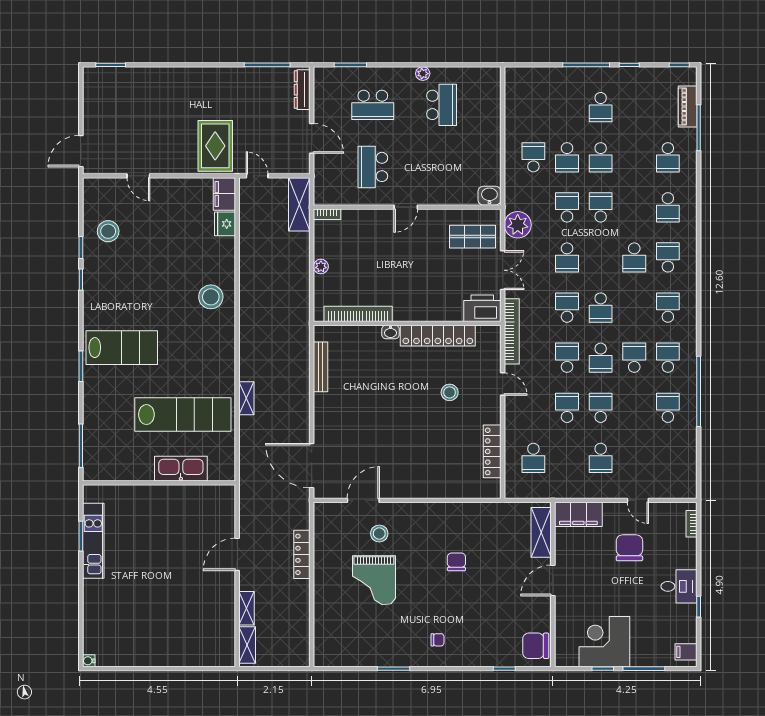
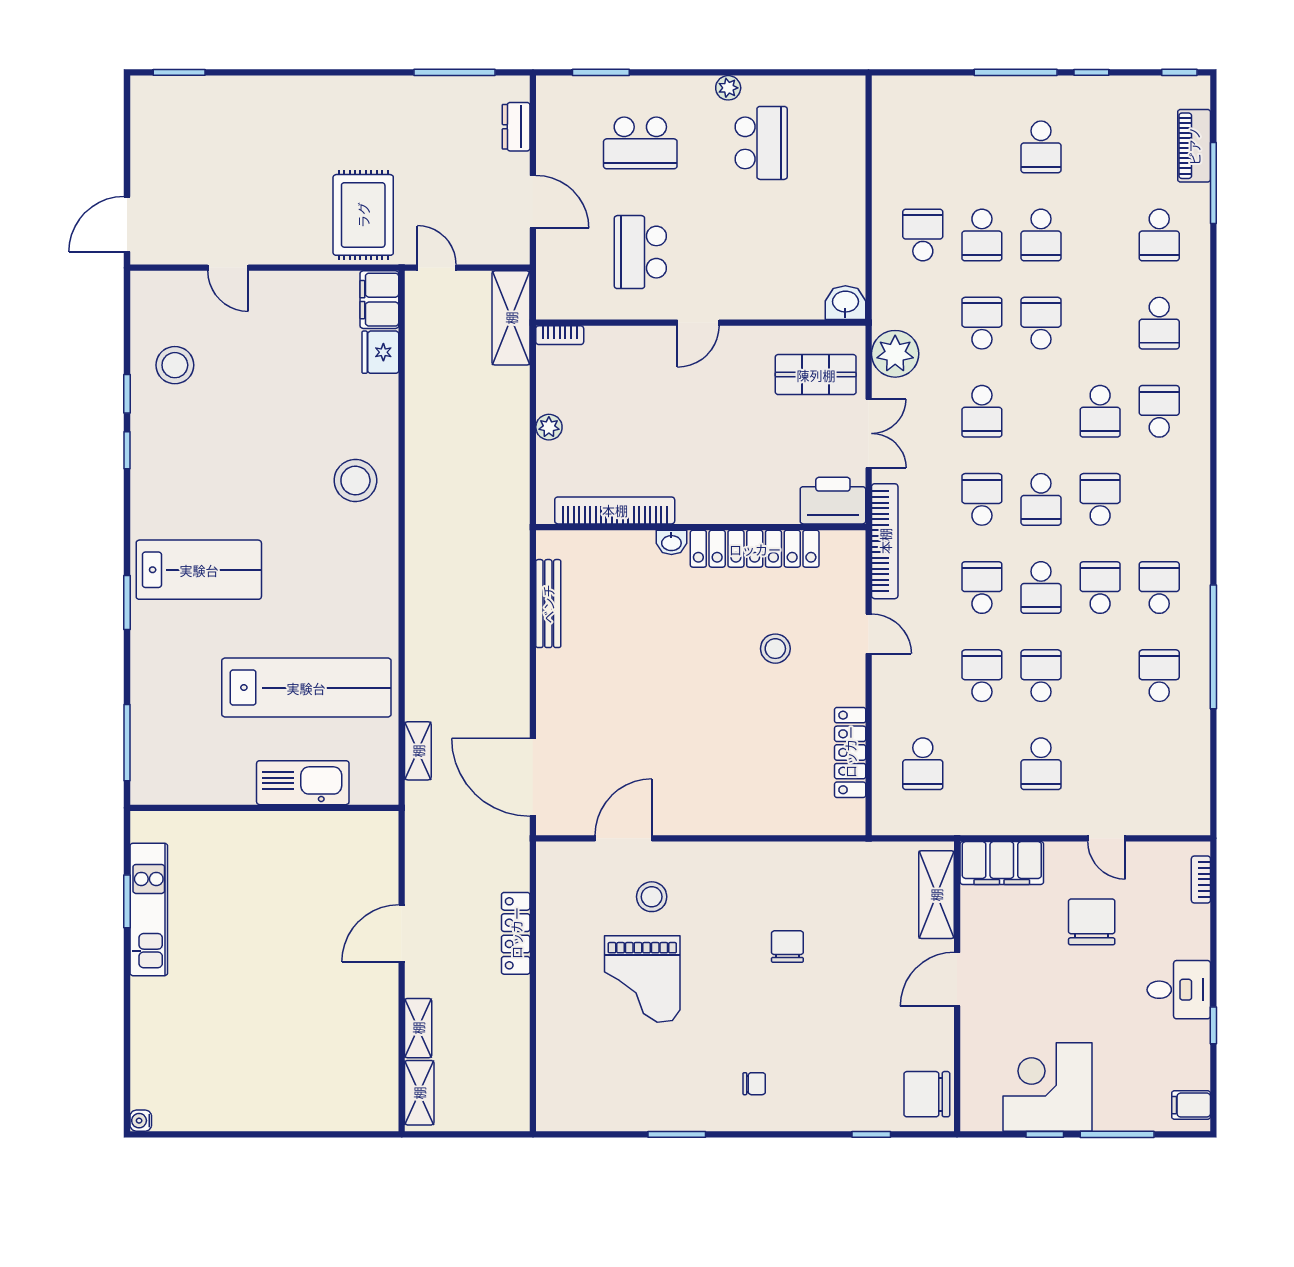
dresser: (302, 90) -> (516, 127), width x0.70
school desk: (668, 308) -> (1100, 499), moved
shelving: (246, 398) -> (418, 751), moved

